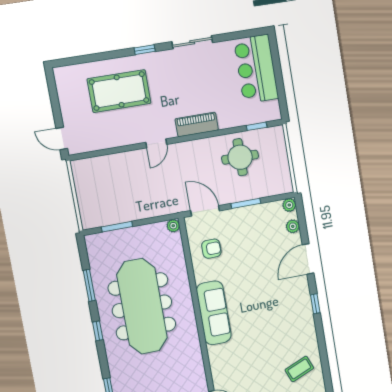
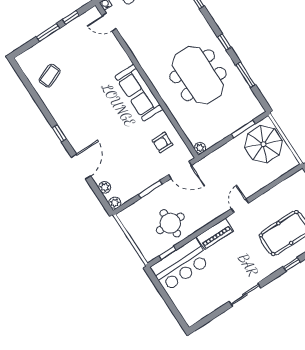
window: (145, 50) -> (292, 264), moved
bar counter: (256, 69) -> (181, 265), moved, turned 90
parasol: (101, 200) -> (263, 144), added
meeting table: (142, 306) -> (198, 75), width x0.73

